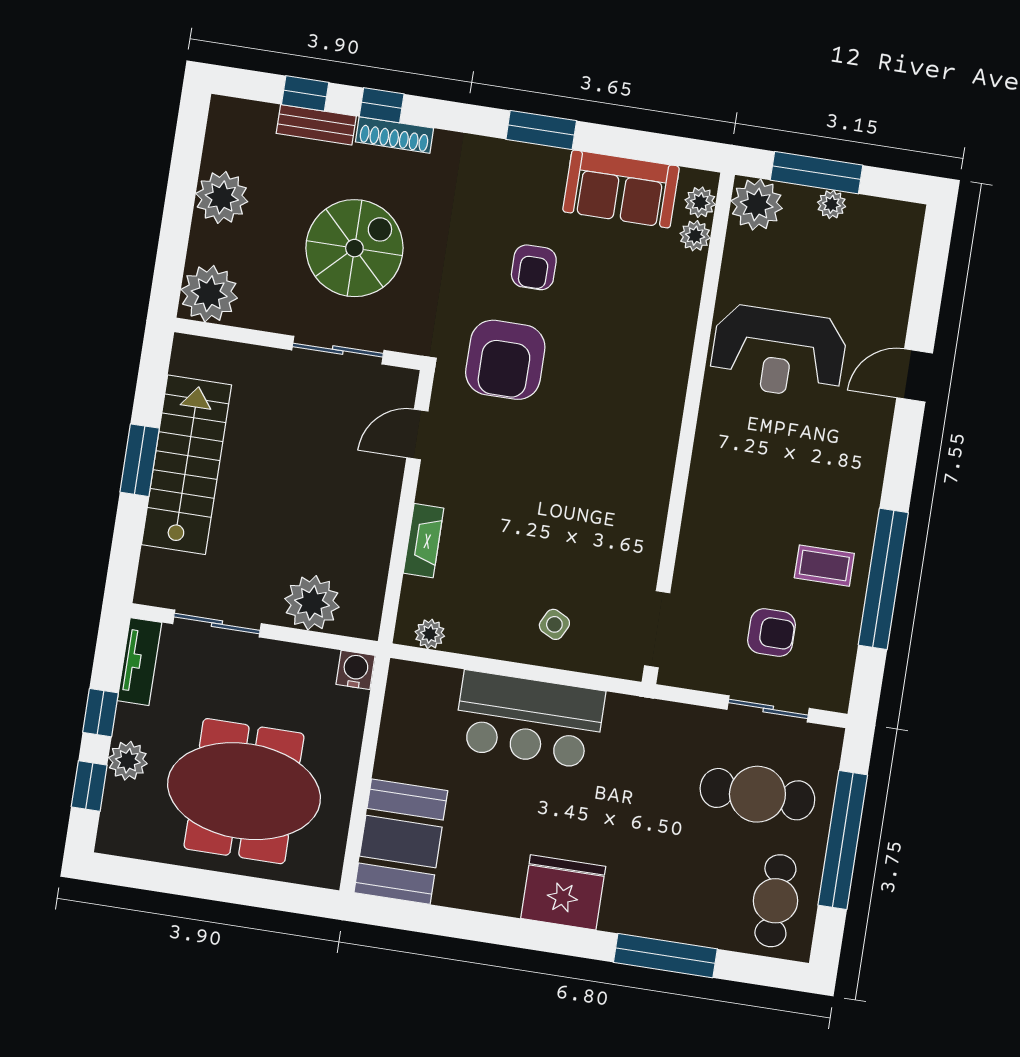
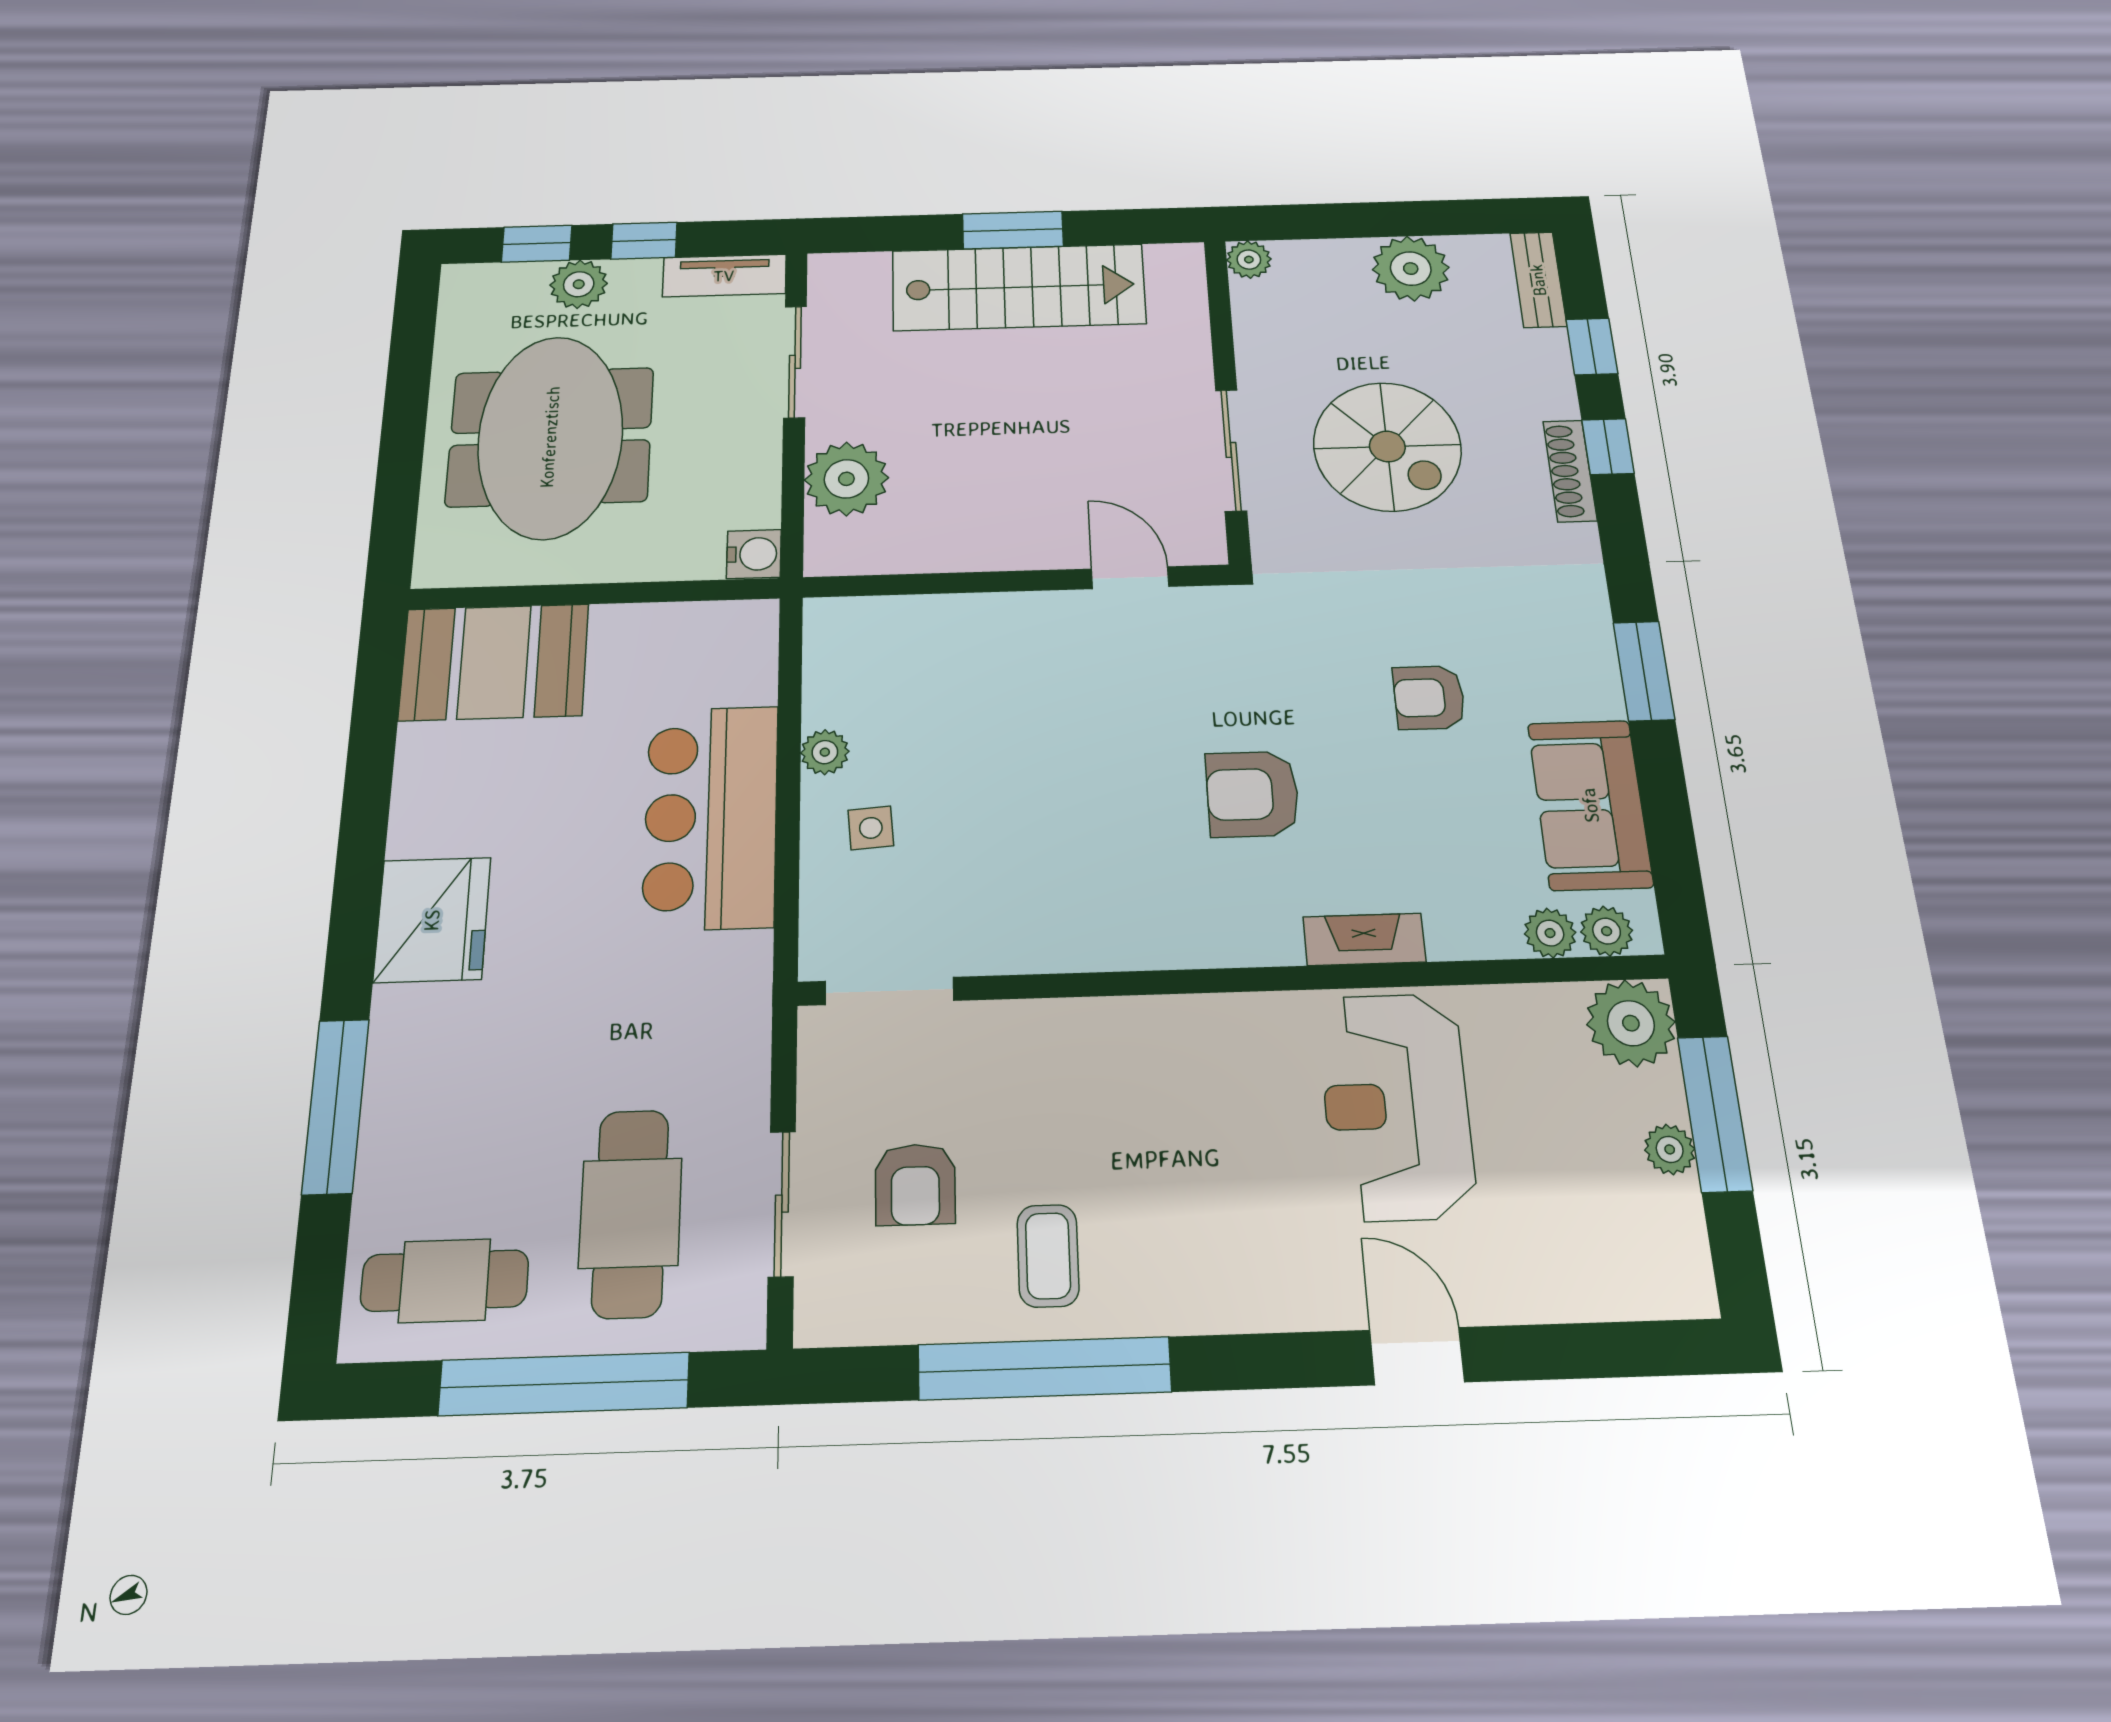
bench: (316, 125) -> (1538, 280), moved
plant: (209, 294) -> (1249, 260), width x0.53, depth x0.53
armchair: (505, 360) -> (1252, 794), moved, width x0.73, depth x0.73
fireplace: (424, 541) -> (1364, 939), moved, turned 180
side table: (554, 624) -> (871, 828), turned -31
plant: (430, 634) -> (825, 752), moved

